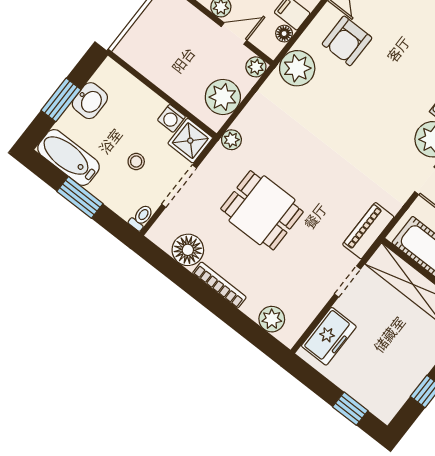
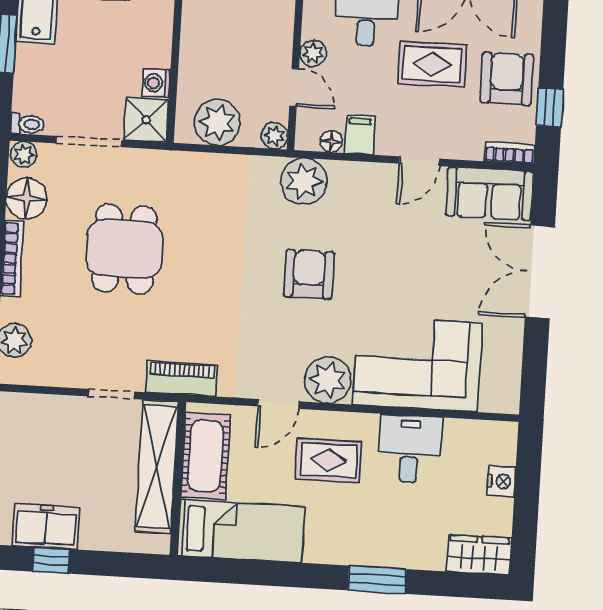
armchair: (347, 41) -> (309, 274), moved, turned 90
plant: (231, 140) -> (24, 154), moved
stool: (136, 162) -> (83, 77), removed
freezer: (329, 336) -> (46, 526), moved, turned 180

